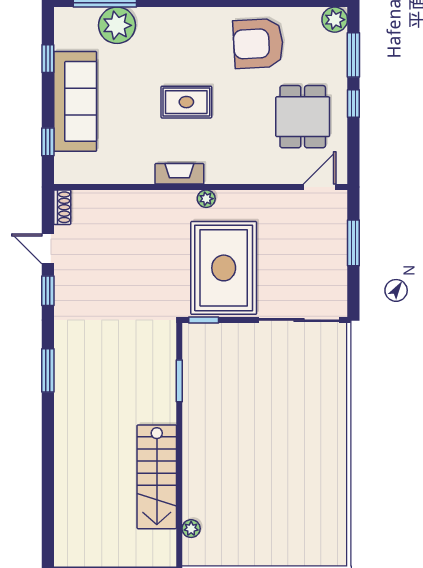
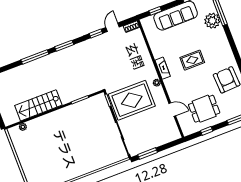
rug: (186, 102) -> (192, 60), turned 90
window: (353, 103) -> (207, 131), moved
door: (320, 187) -> (172, 110), moved
window: (353, 243) -> (148, 153), moved
window: (48, 444) -> (35, 57), added

